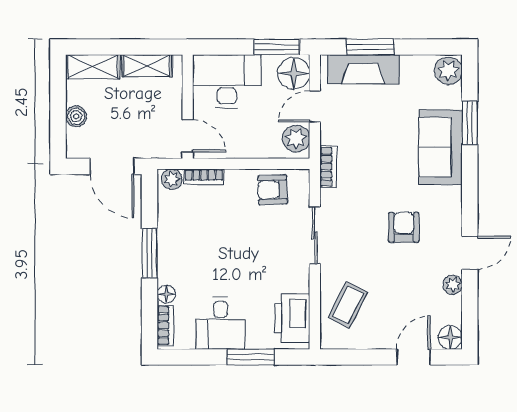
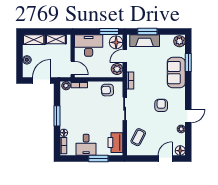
door: (112, 166) -> (42, 80), swing flipped

